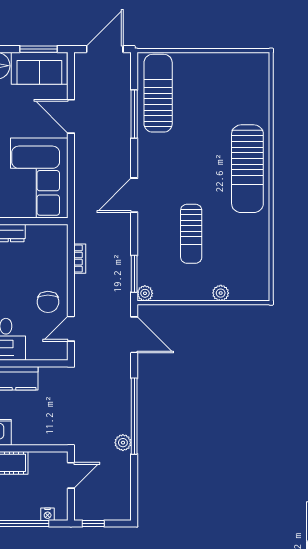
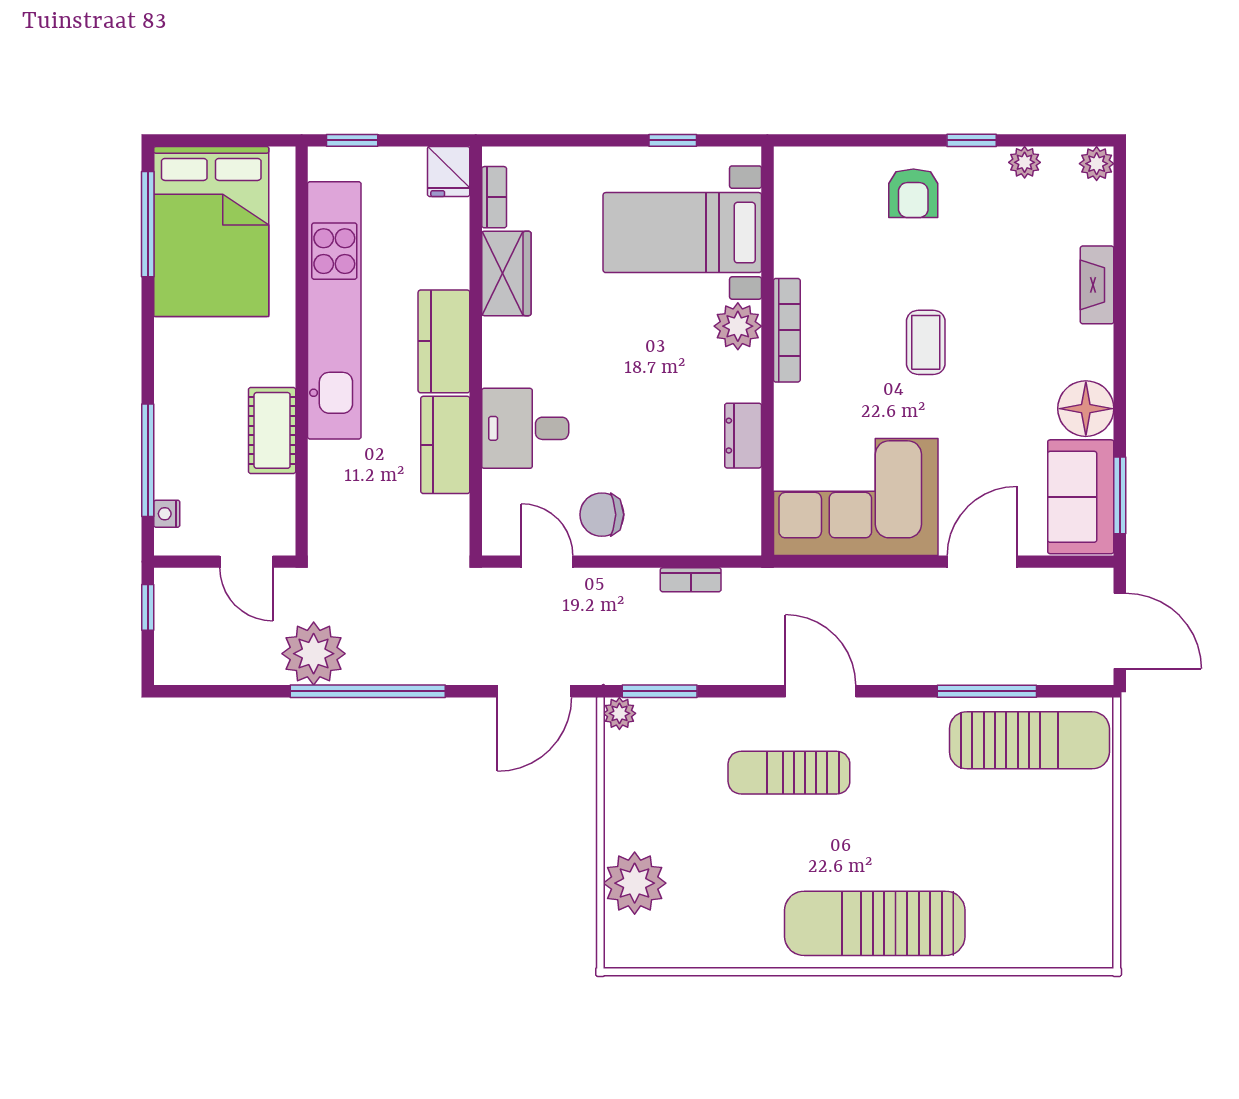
sun lounger: (191, 234) -> (789, 773), moved
plant: (221, 293) -> (635, 883), width x1.88, depth x1.88
plant: (123, 443) -> (314, 654), width x1.87, depth x1.87

